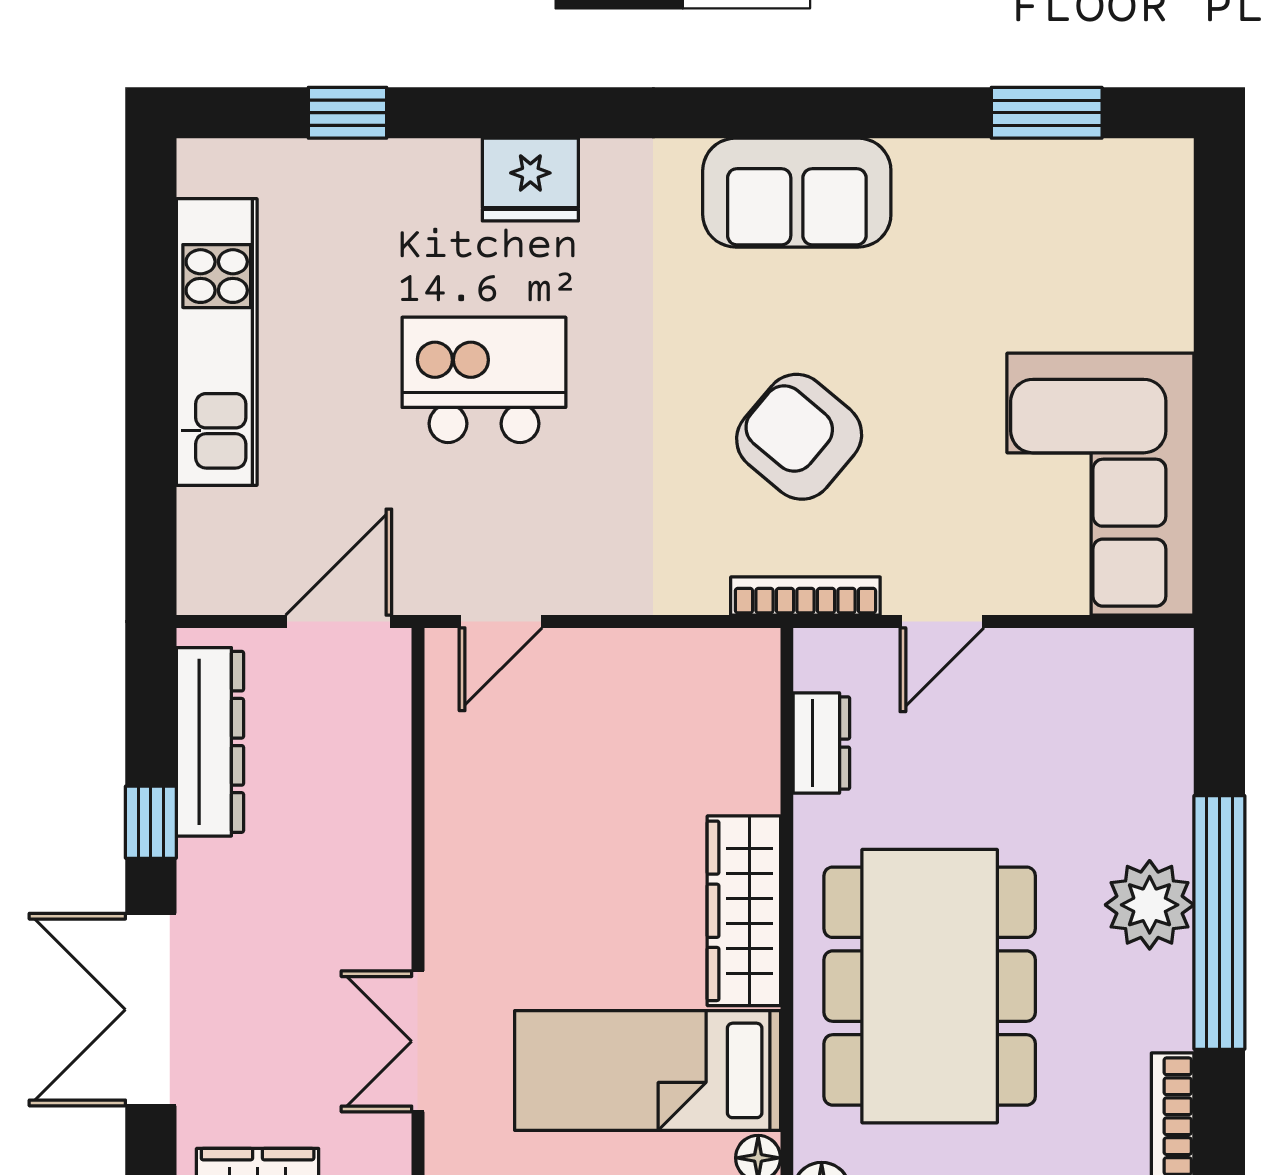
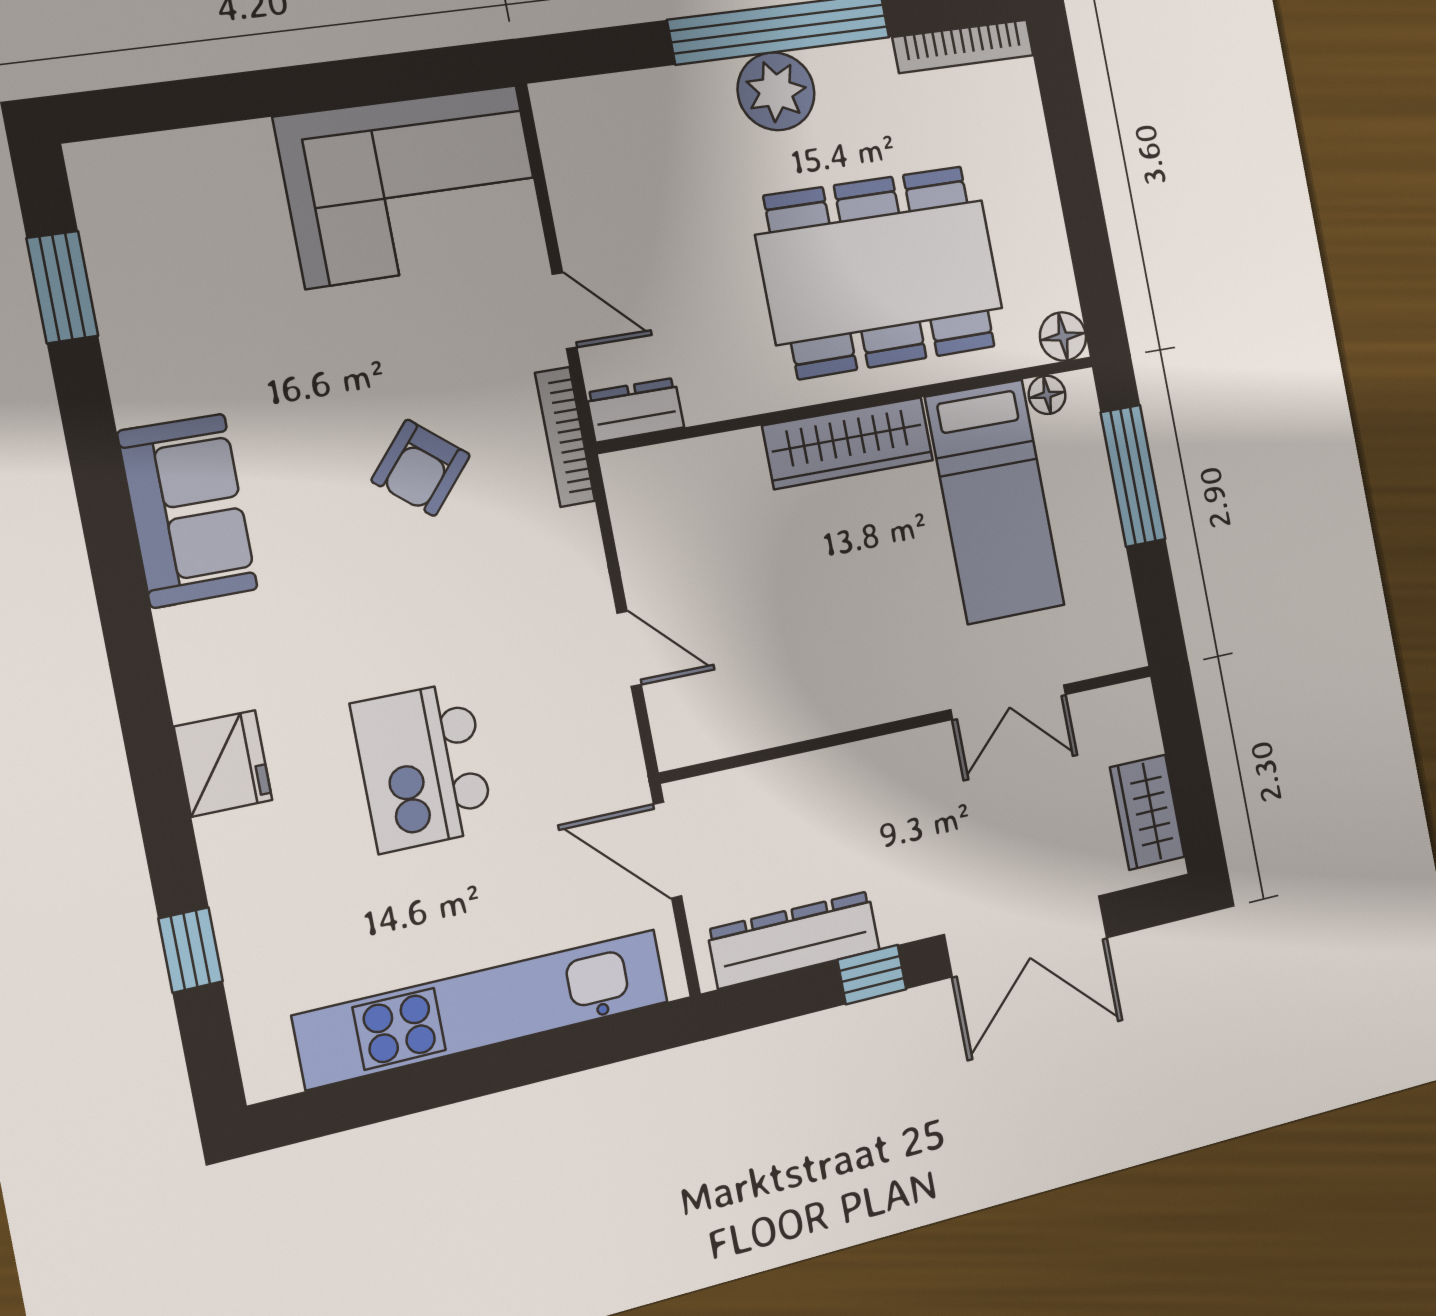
kitchen unit: (217, 342) -> (483, 1008), width x1.36
armchair: (799, 437) -> (421, 468), width x0.72, depth x0.72
door: (501, 622) -> (629, 649), moved
dresser: (821, 743) -> (635, 410), moved

